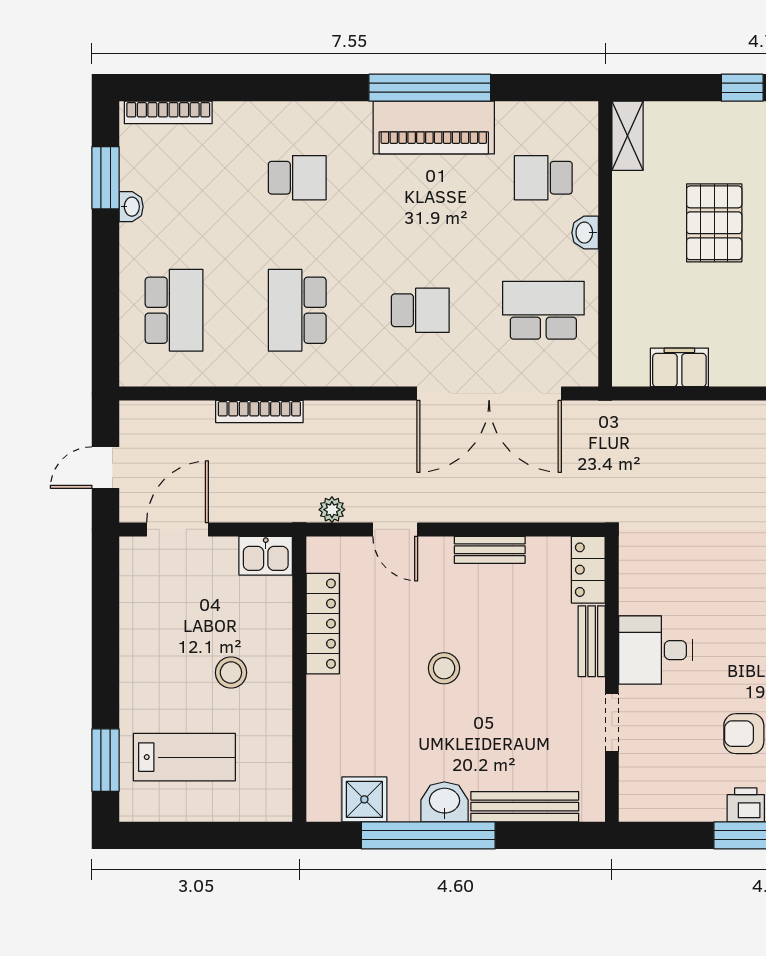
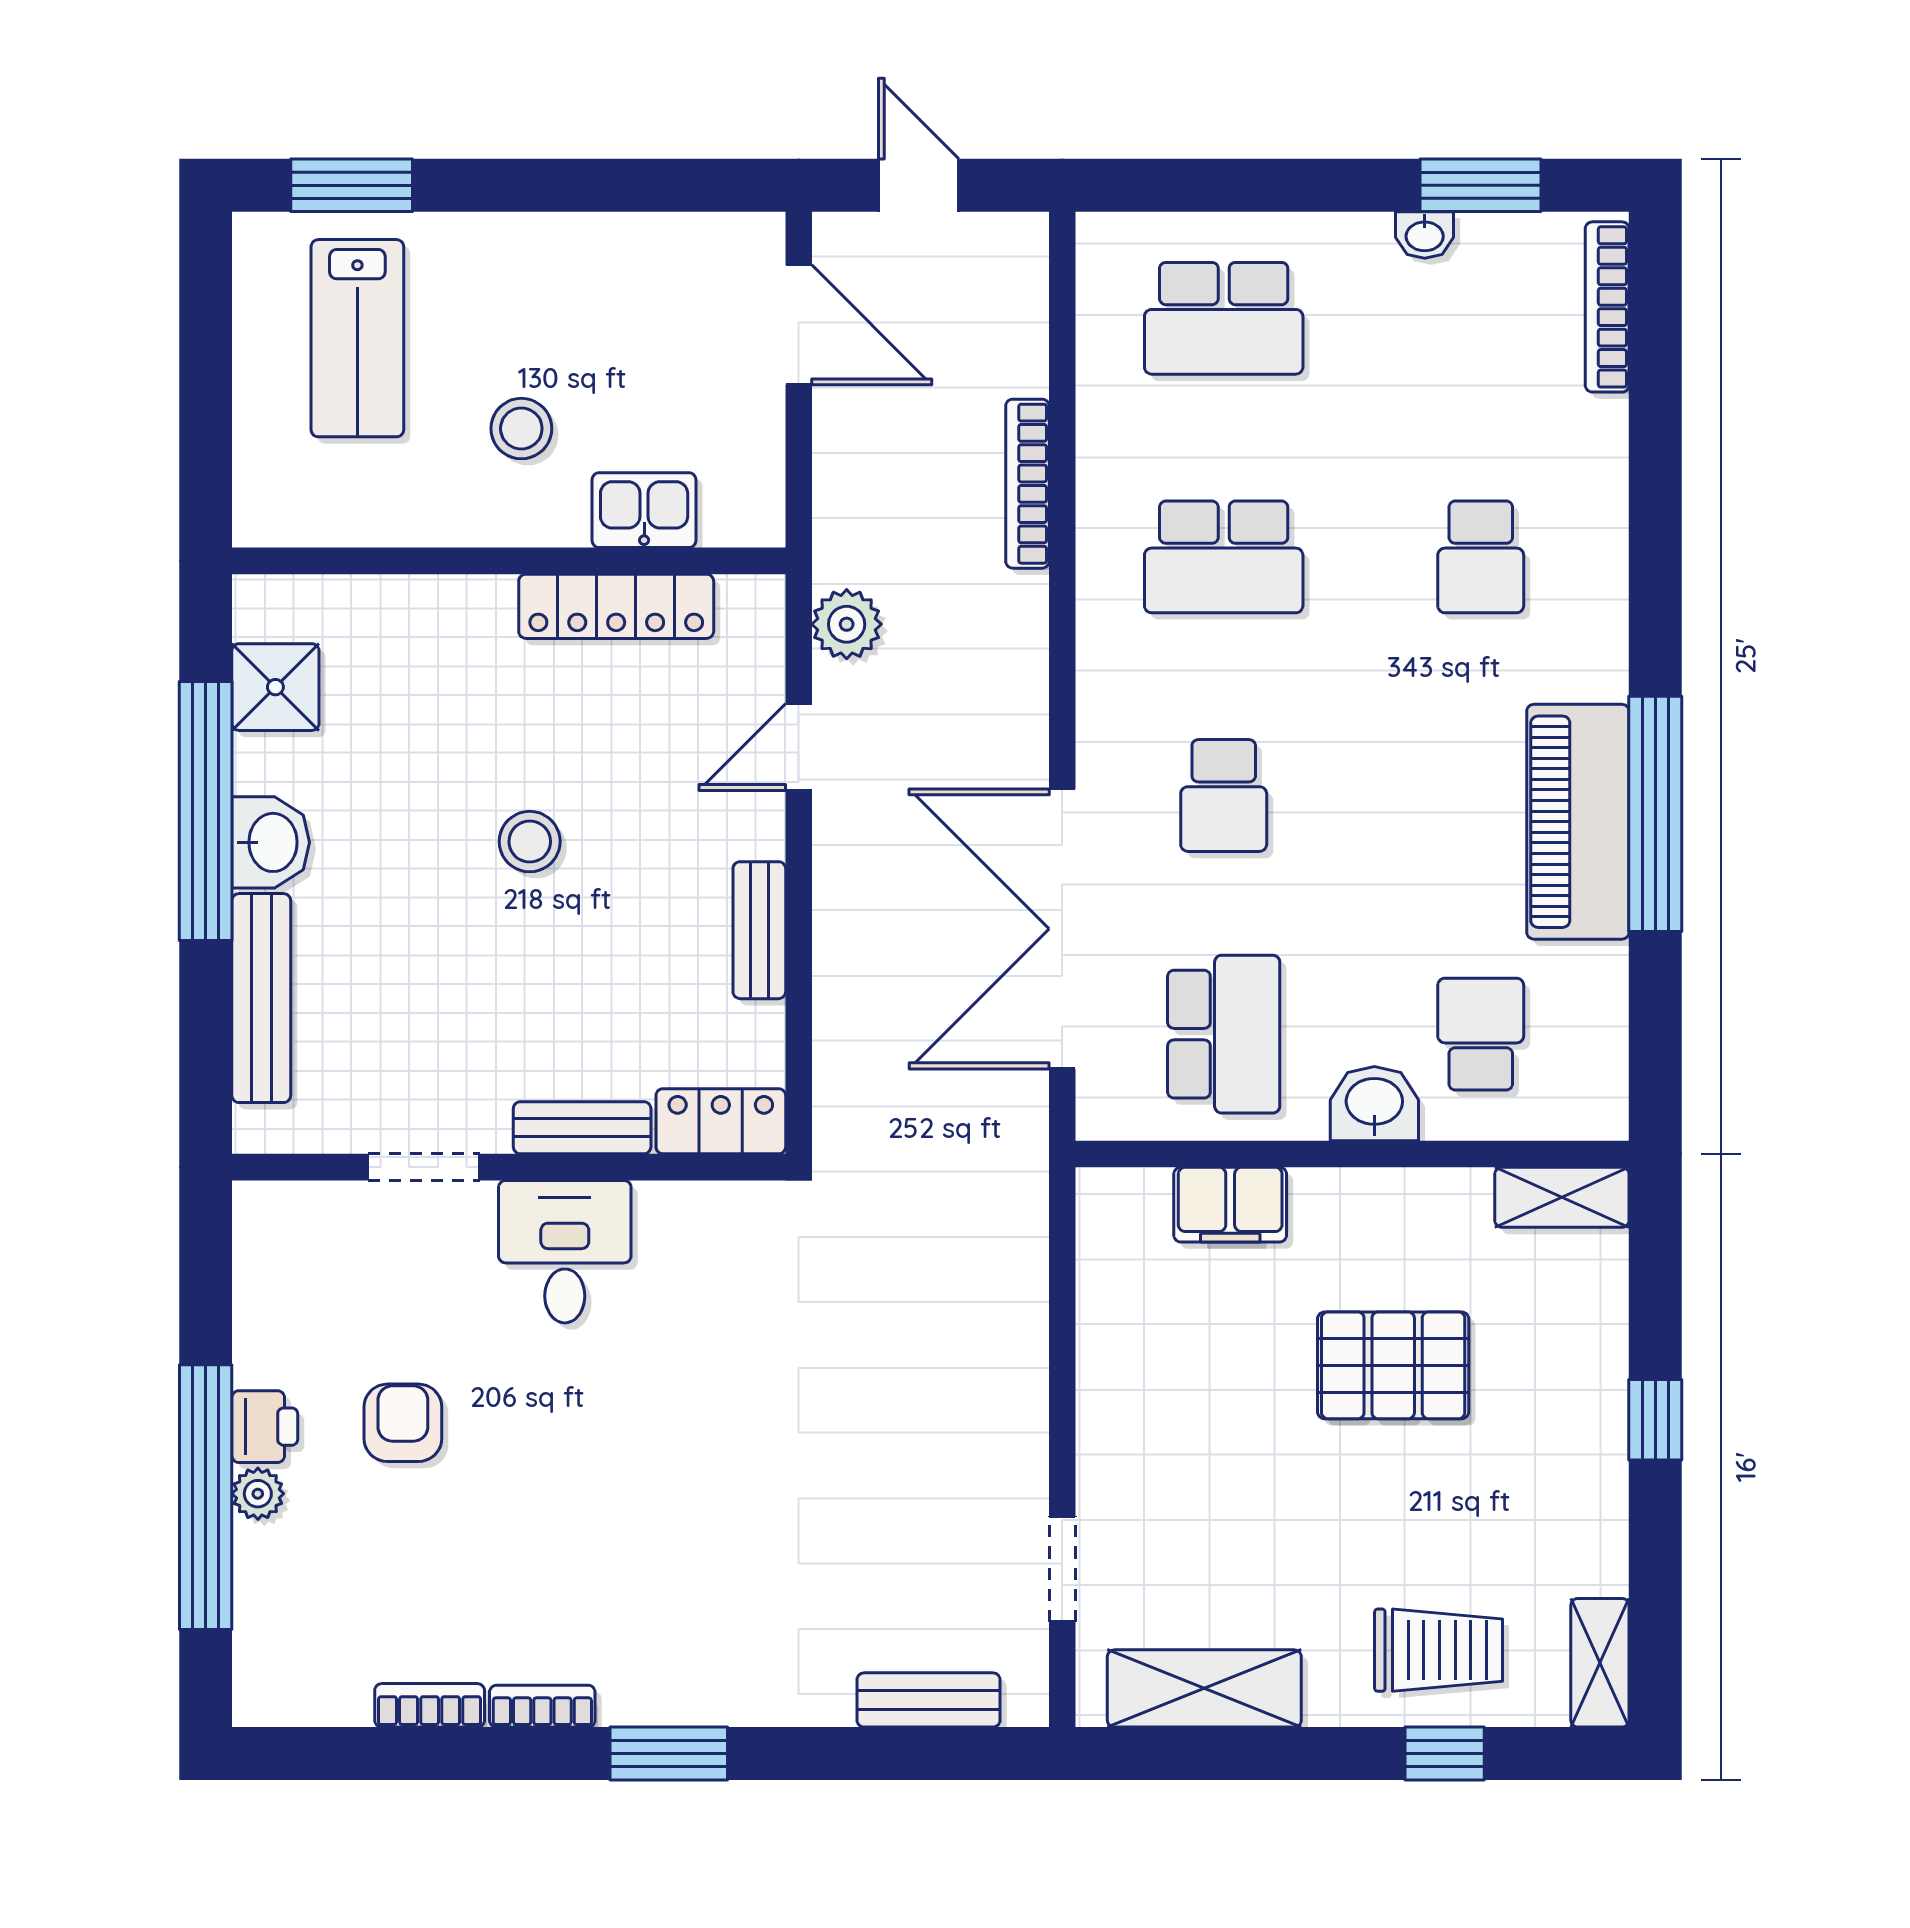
washbasin: (585, 233) -> (1374, 1104), width x1.38, depth x1.45
school desk: (297, 310) -> (1224, 557), turned 180
filing cabinet: (679, 367) -> (1230, 1205), moved, turned 90
plant: (332, 510) -> (847, 624), width x1.38, depth x1.38
kitchen sink: (266, 556) -> (644, 510), moved, turned 90

